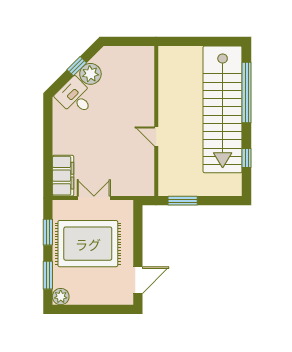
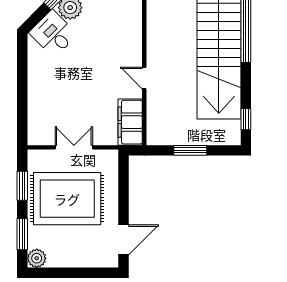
window: (247, 158) -> (246, 119), moved
filing cabinet: (63, 176) -> (130, 122), moved, turned 180
window: (183, 201) -> (190, 150), moved

